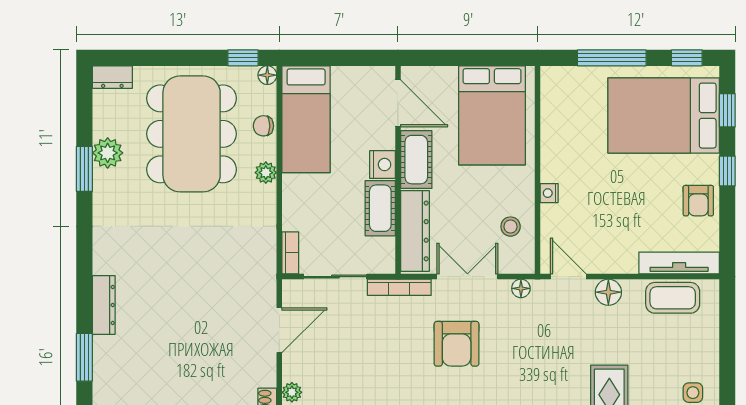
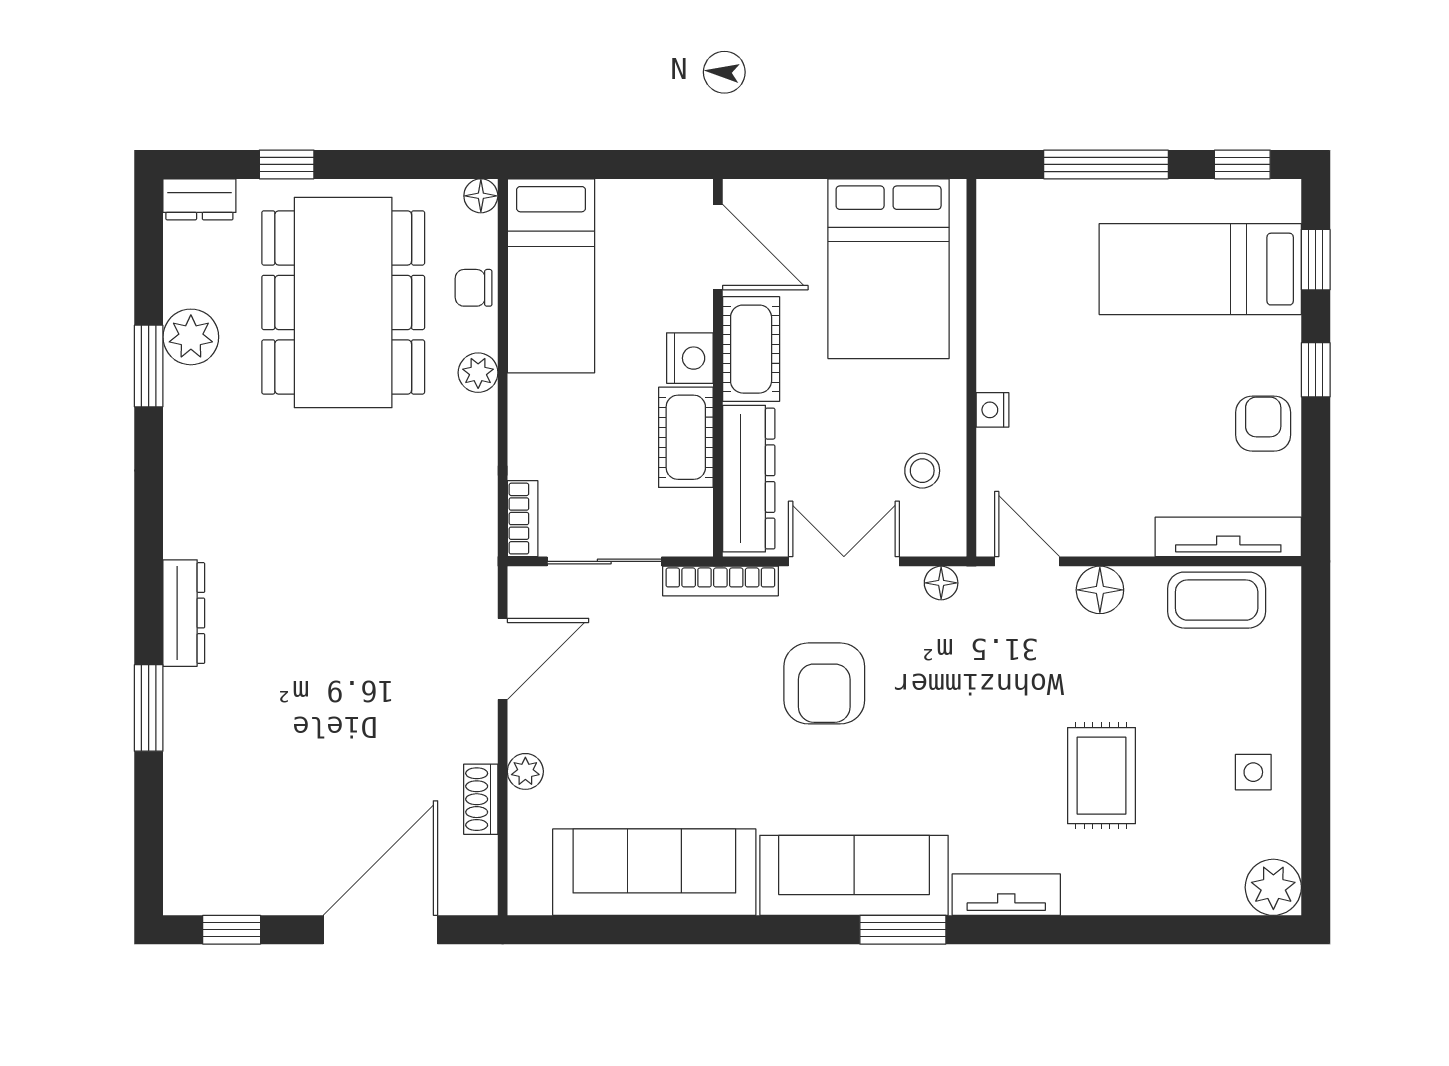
window: (243, 58) -> (287, 164), moved
bed: (664, 116) -> (1200, 269), width x0.67
armchair: (698, 201) -> (1263, 424), turned 180

